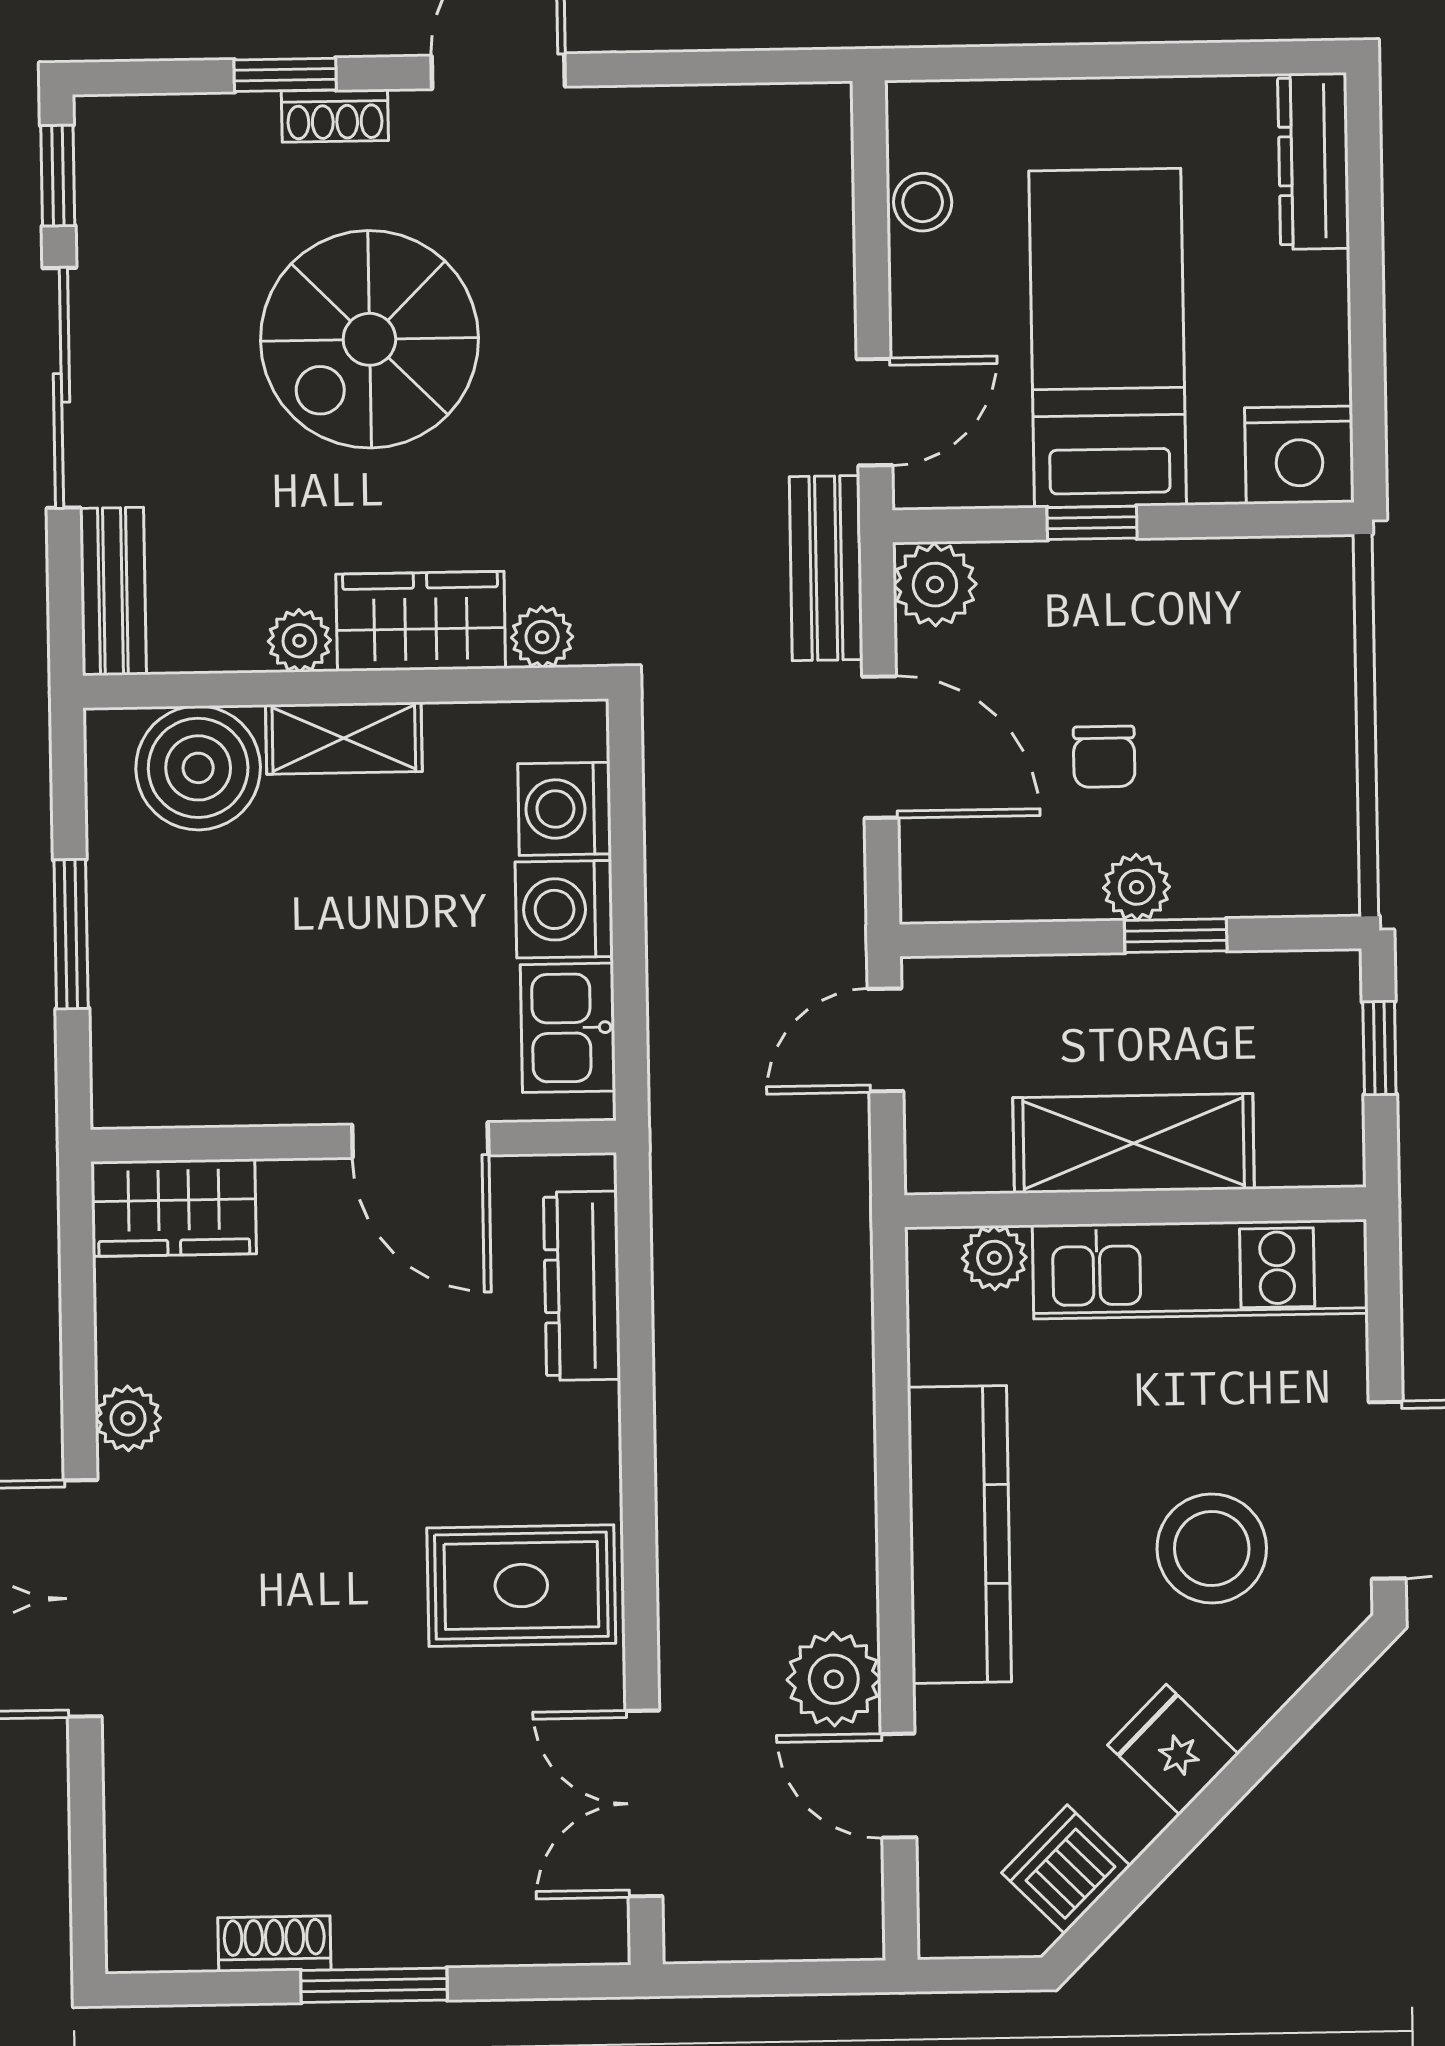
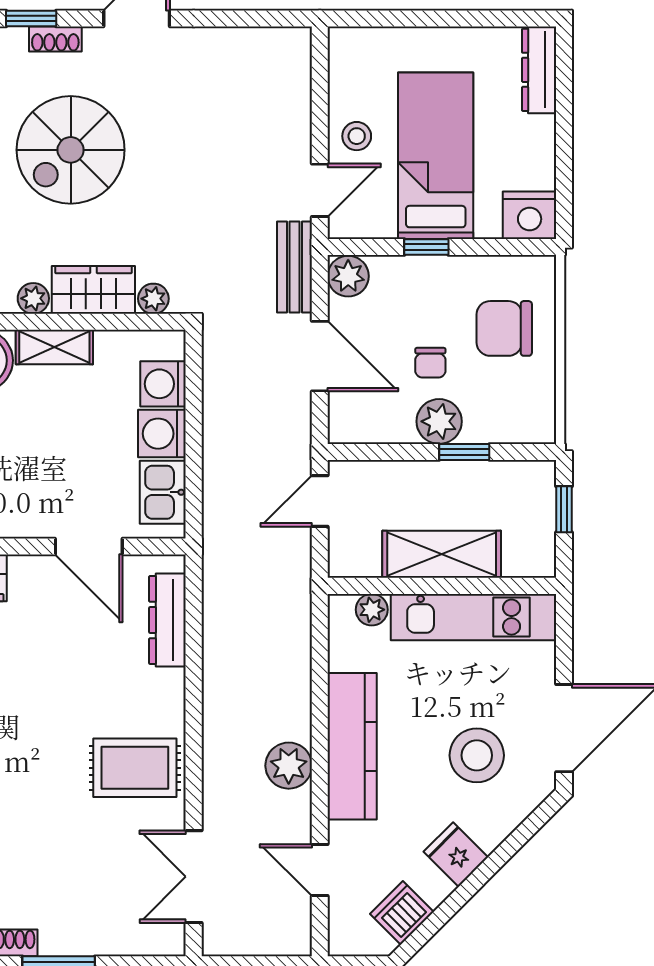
stool: (923, 202) -> (357, 136), moved
chair: (1252, 685) -> (504, 328), added
plant: (1137, 887) -> (439, 421), width x1.38, depth x1.38
plant: (834, 1679) -> (289, 766), moved

